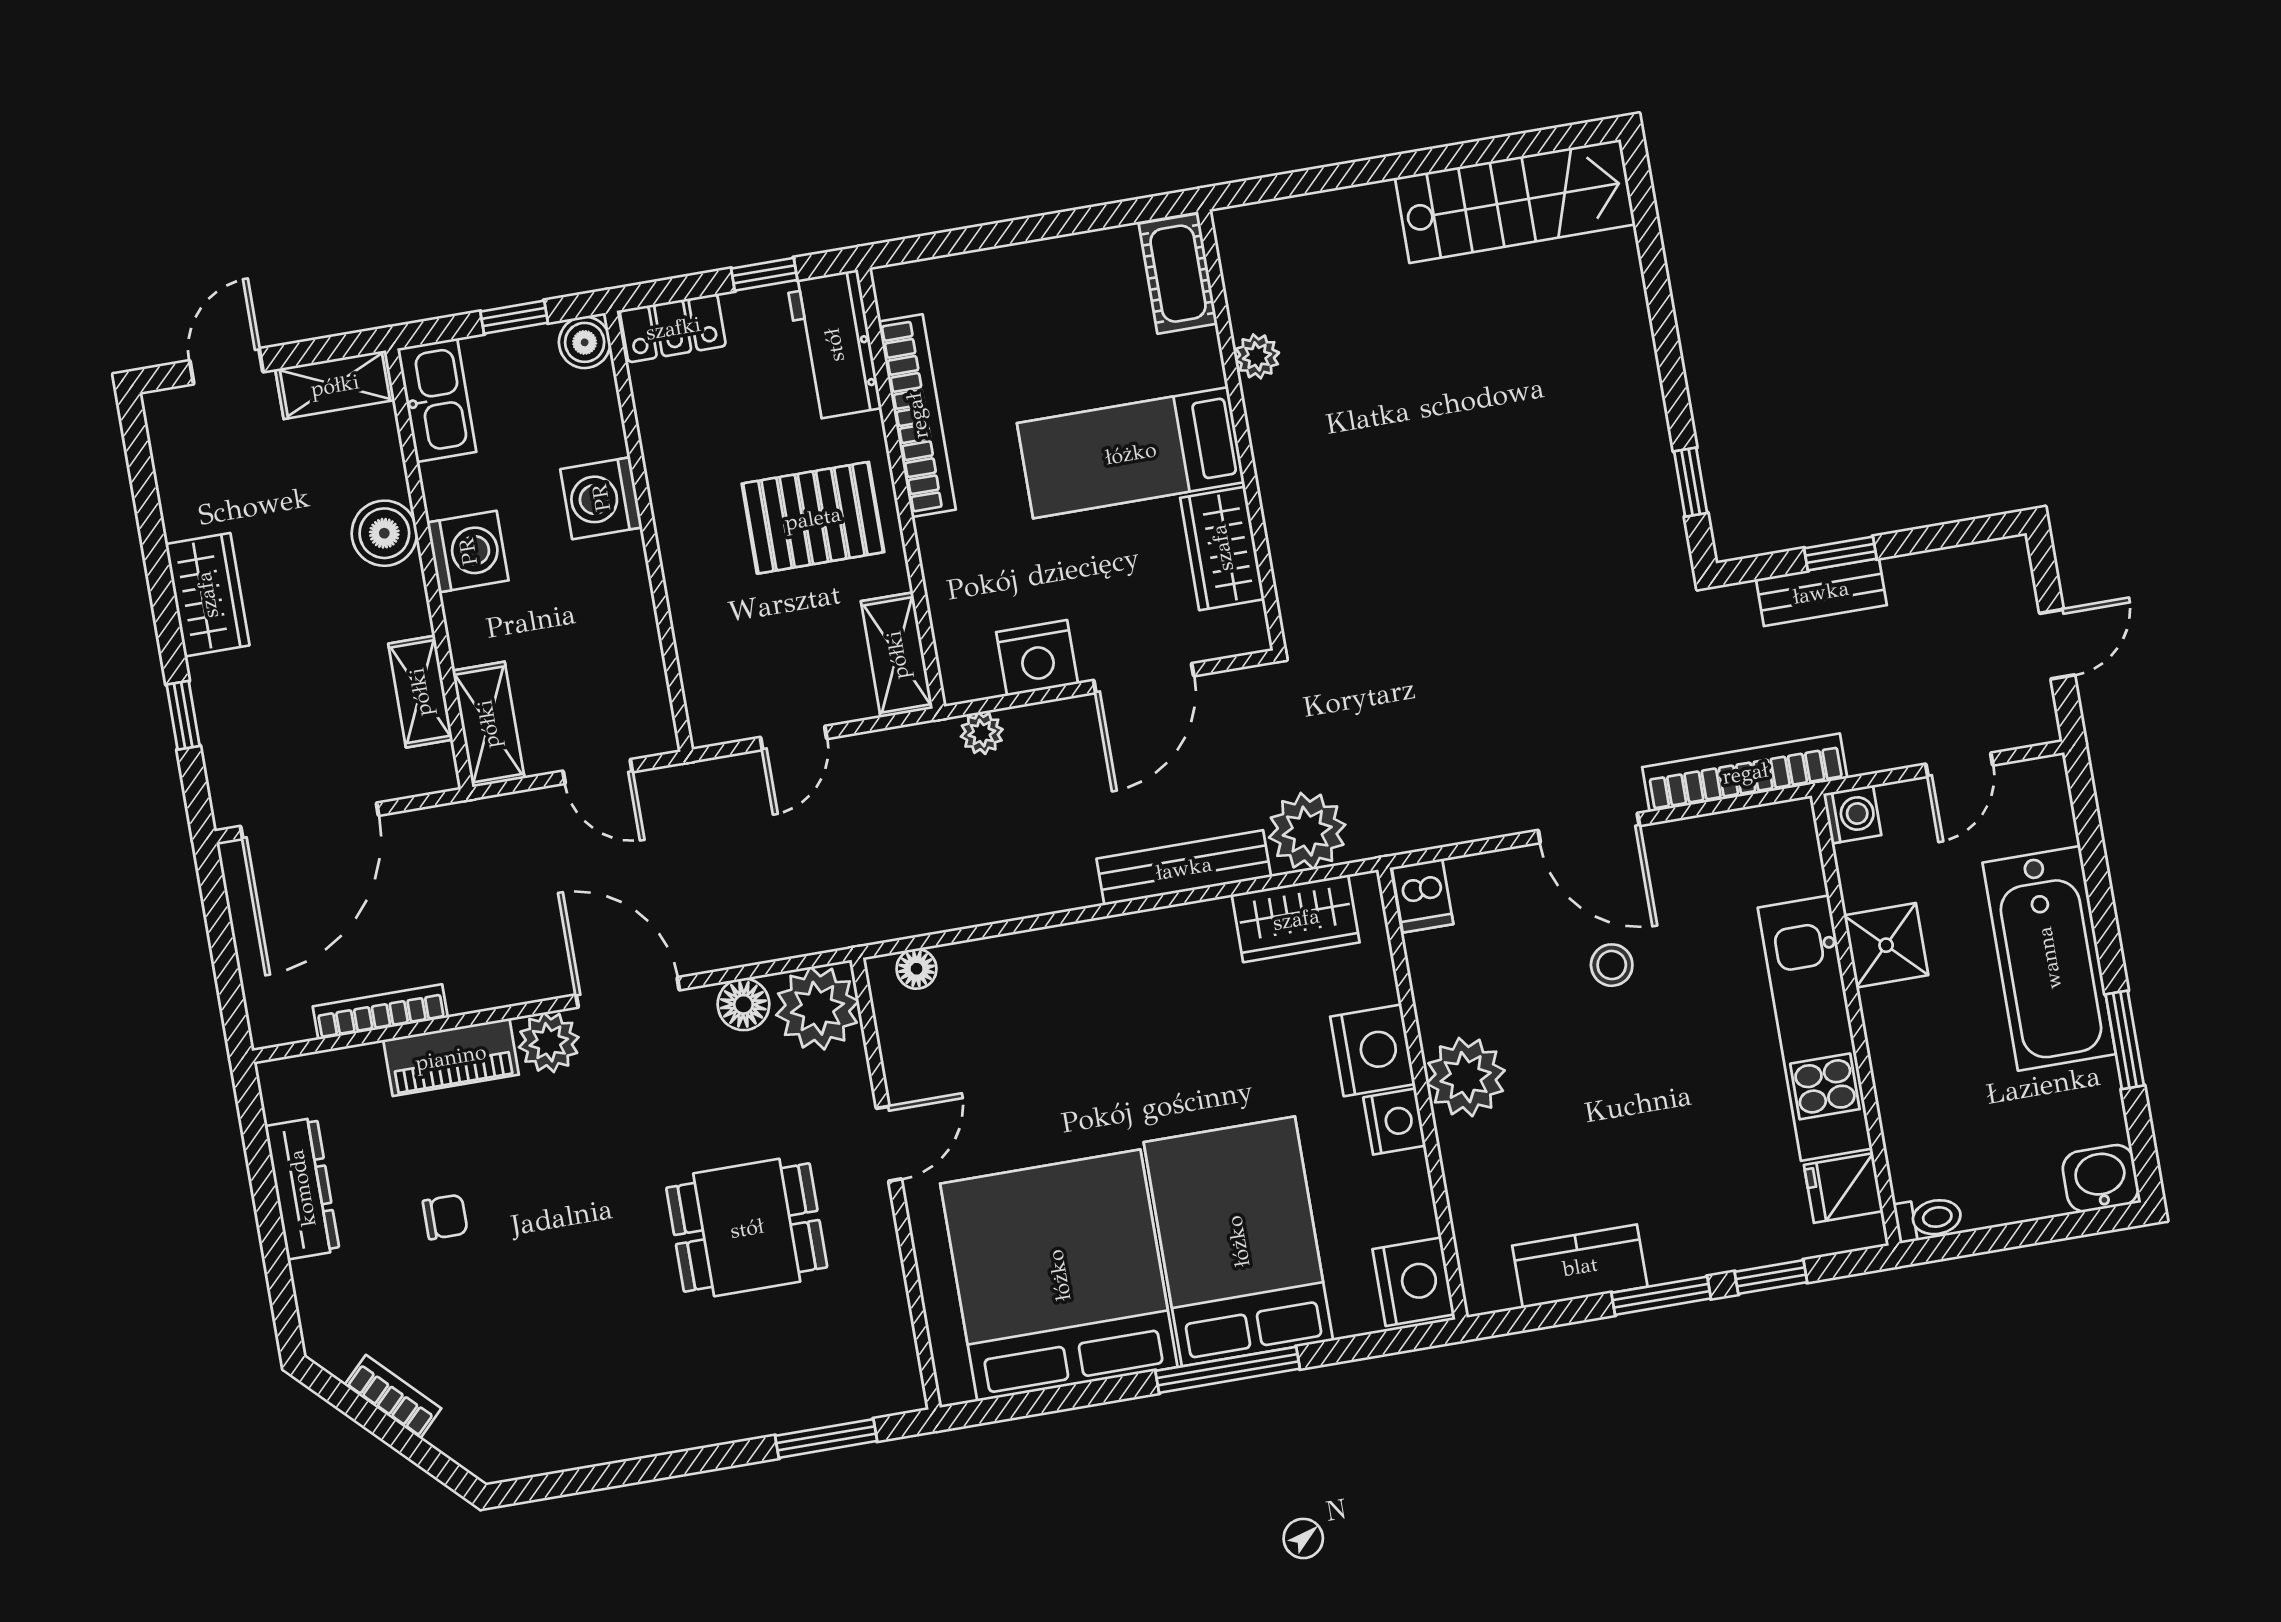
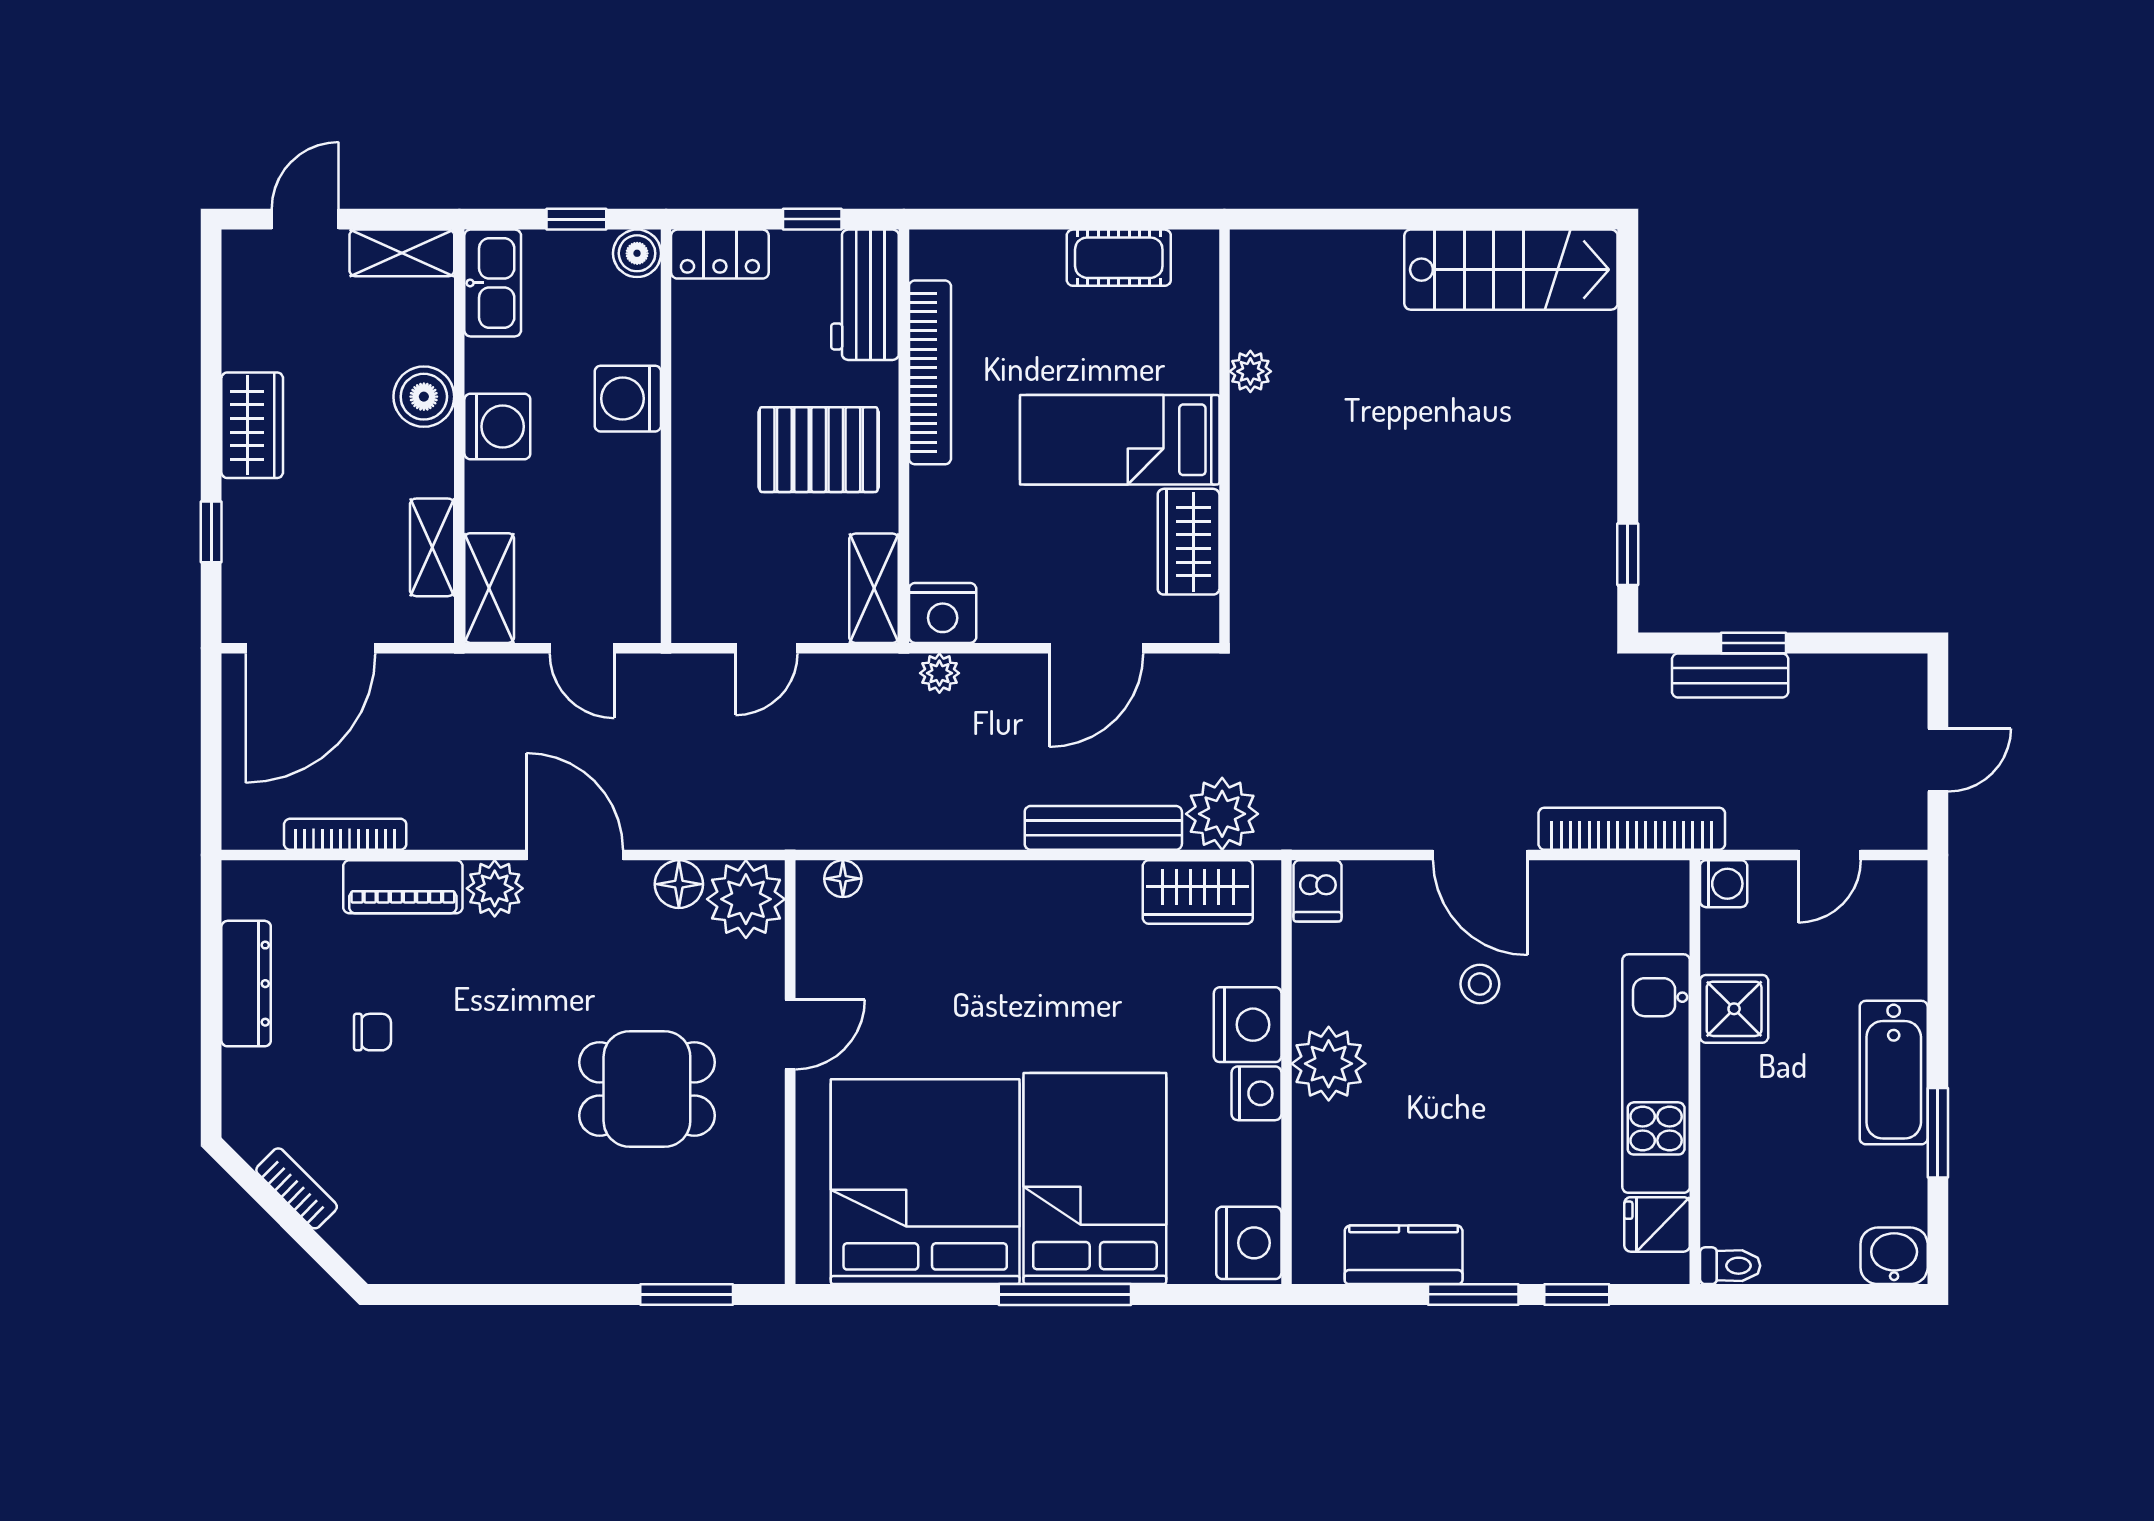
cot: (1178, 274) -> (1119, 258), moved, turned 90
nightstand: (1037, 658) -> (943, 613), moved
bathtub: (2049, 958) -> (1894, 1073), width x0.73, depth x0.73

